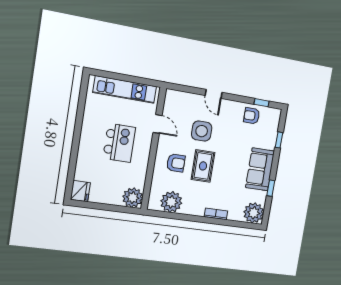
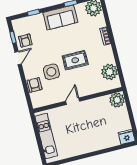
door: (214, 94) -> (18, 58), moved
door: (158, 124) -> (72, 101), moved
kitchen island: (119, 143) -> (83, 125), removed
armchair: (176, 163) -> (35, 85), moved

